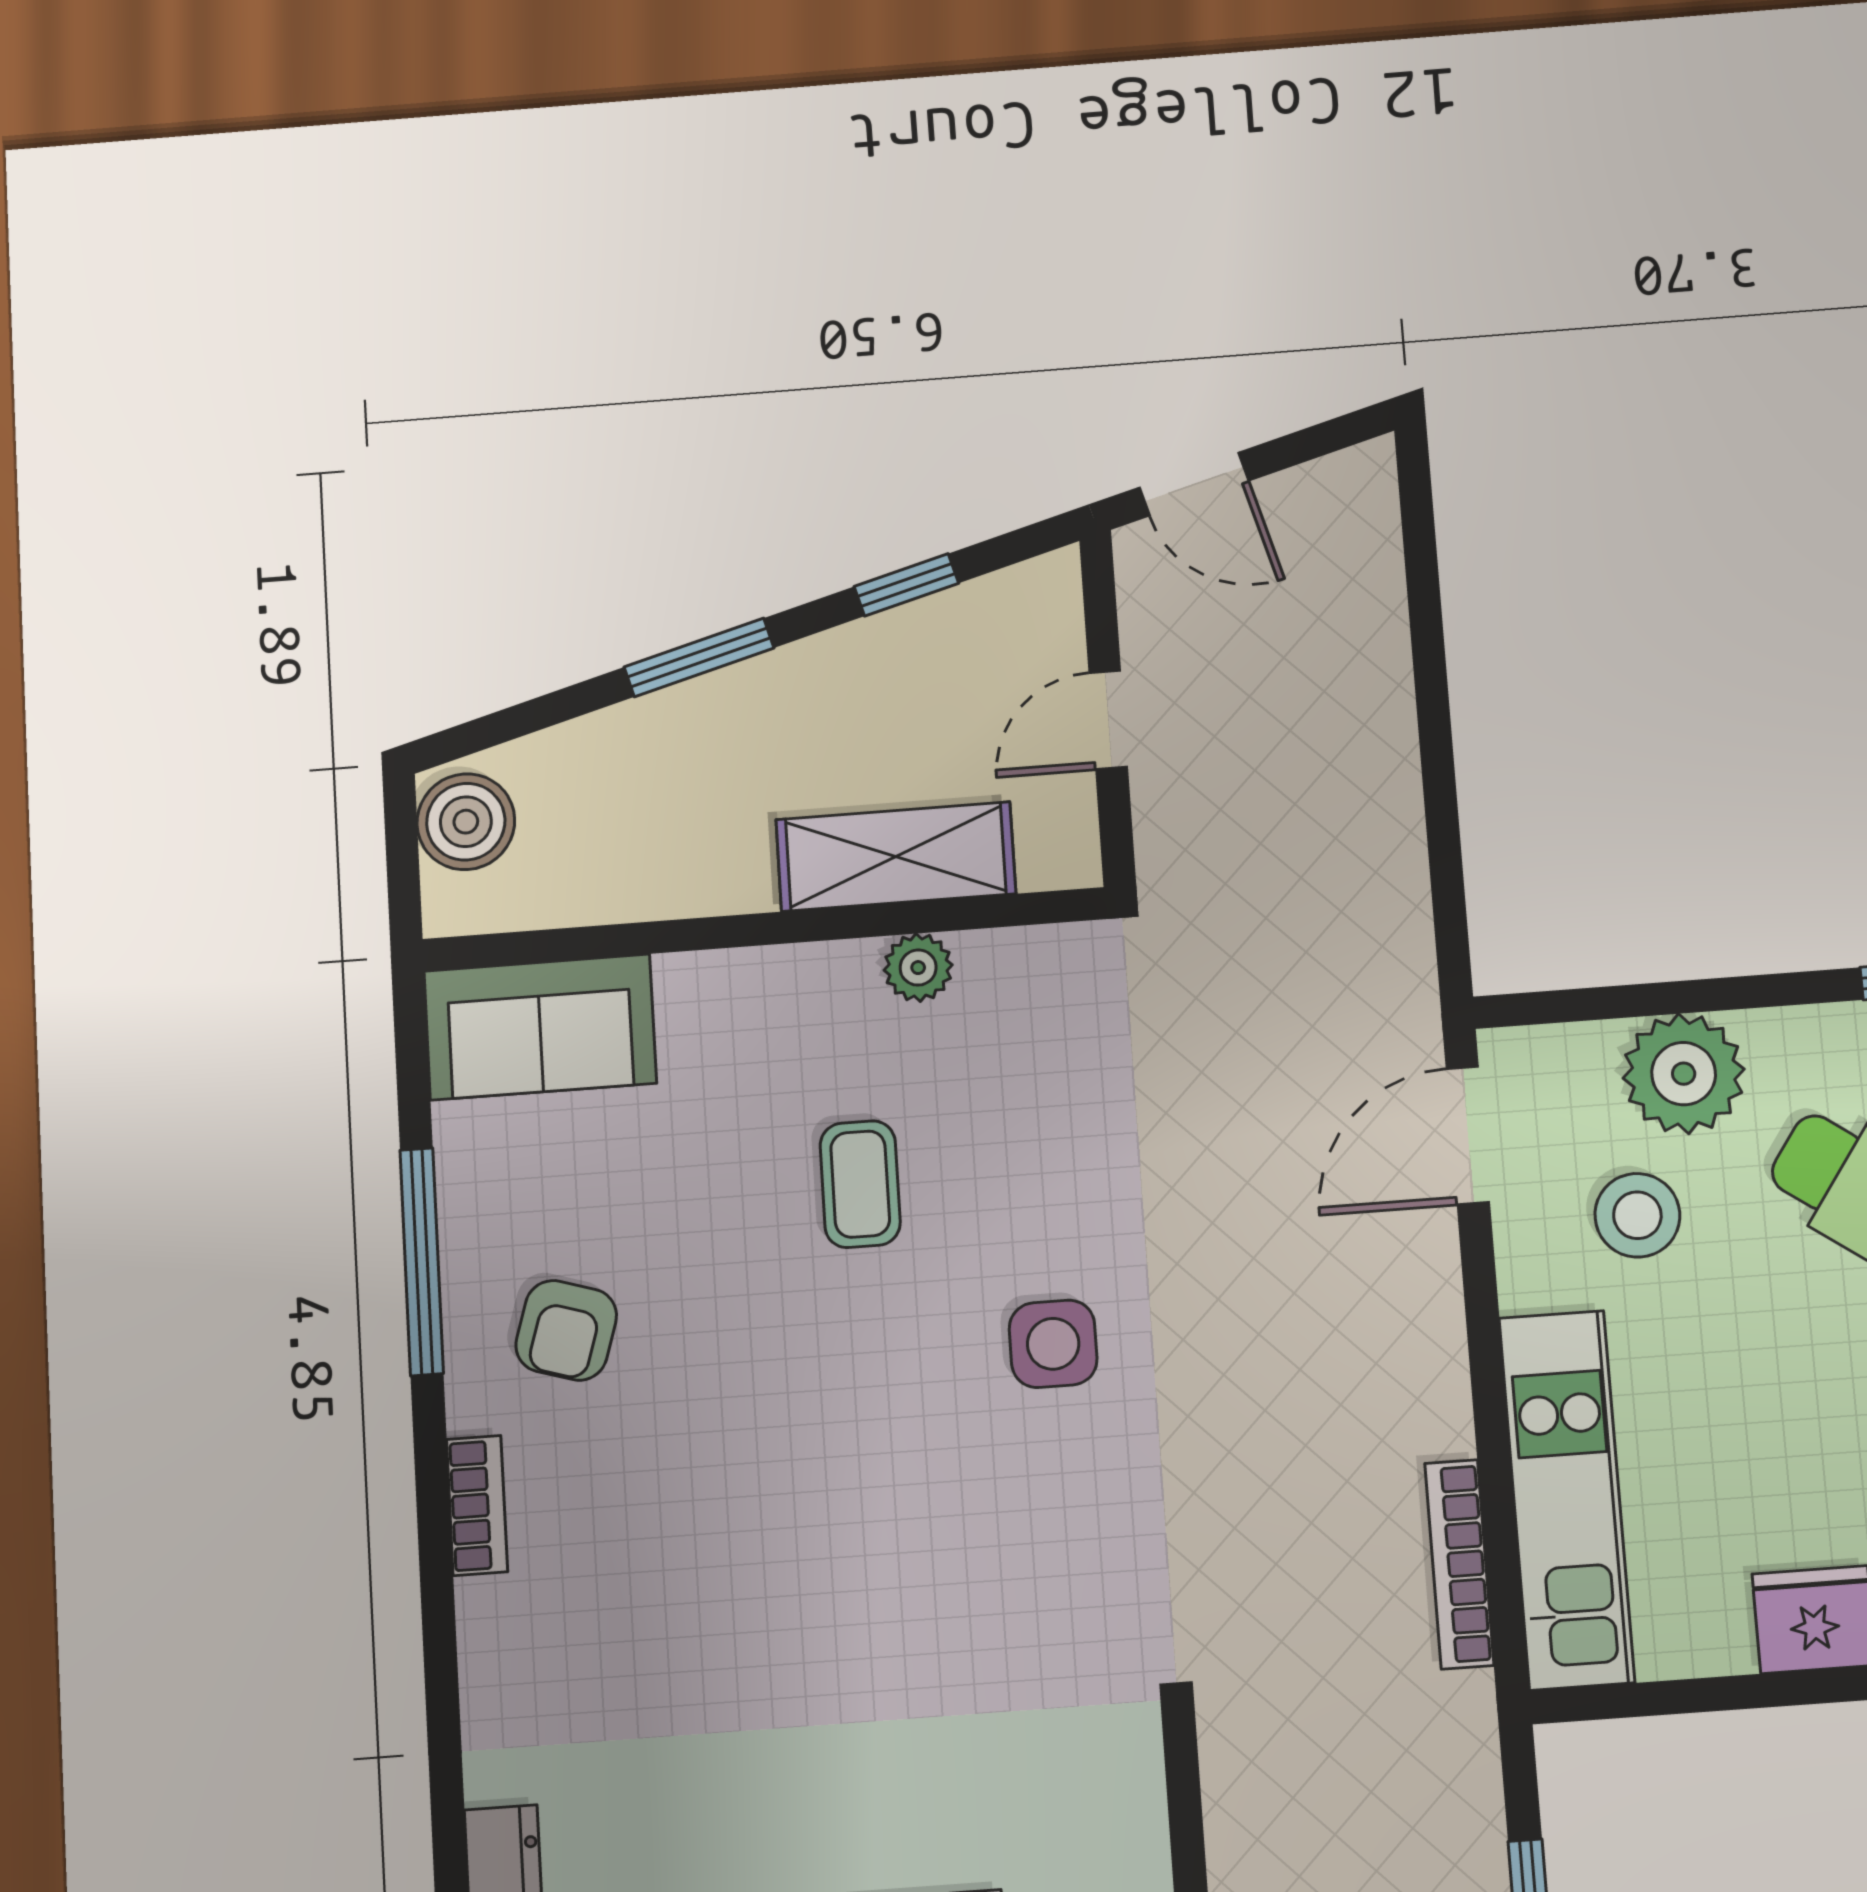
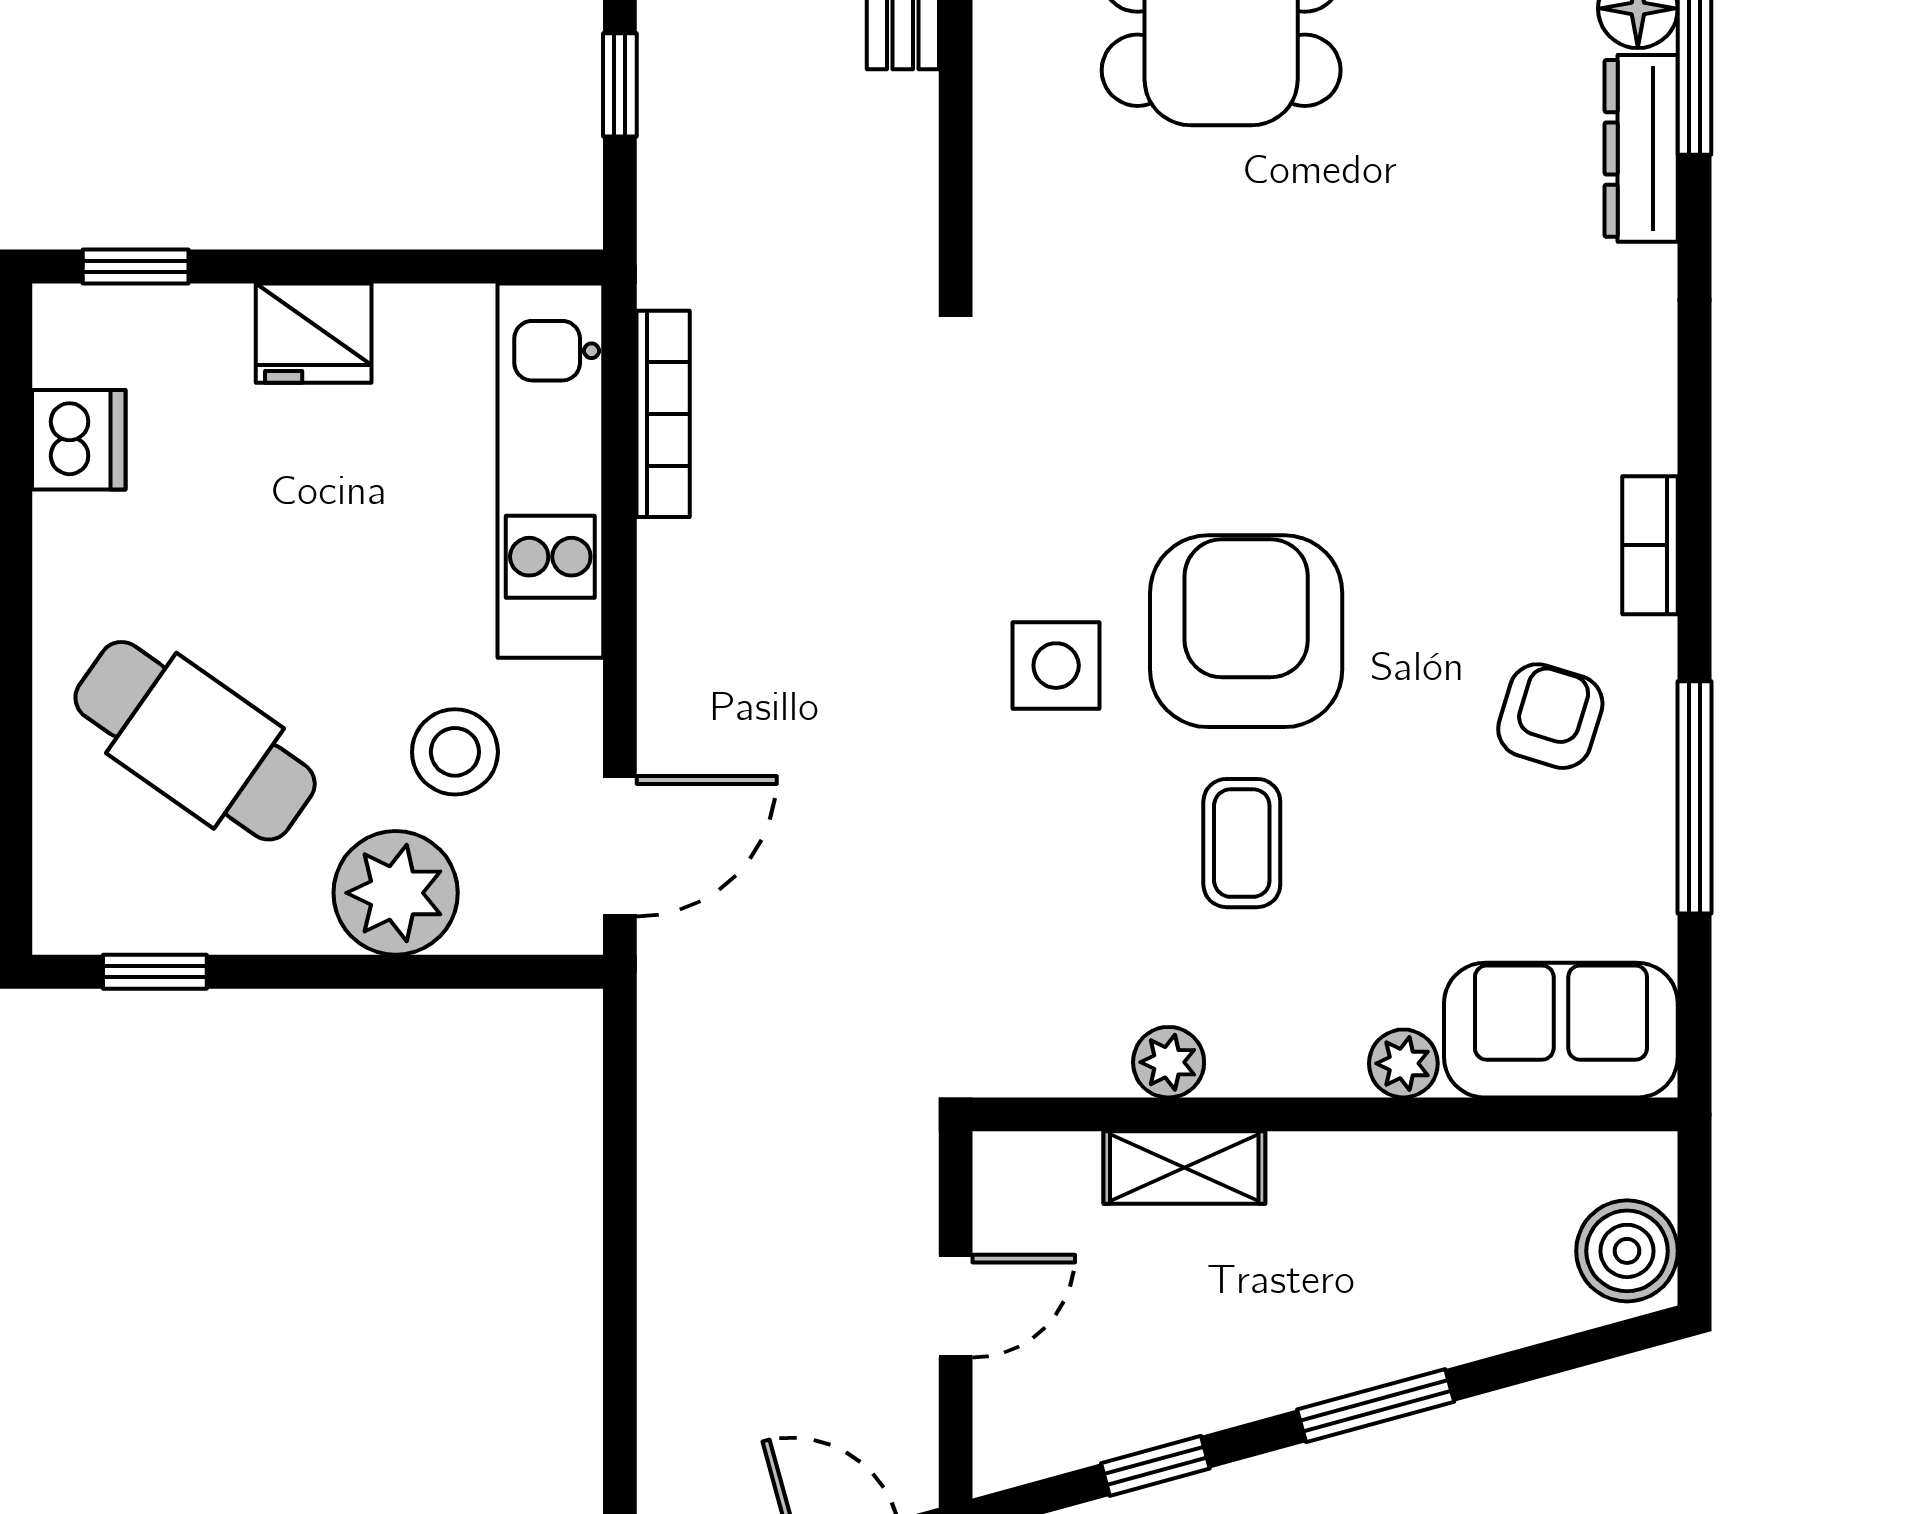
shelving: (896, 857) -> (1184, 1168), width x0.67, depth x0.75
plant: (691, 984) -> (1403, 1063), added
armchair: (869, 1391) -> (1246, 631), added

